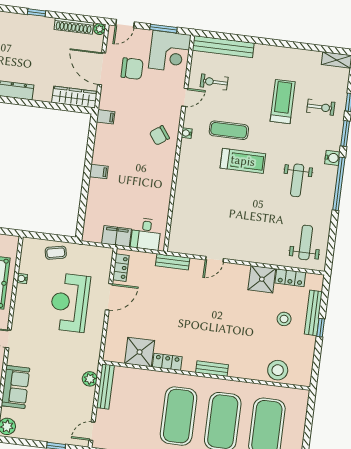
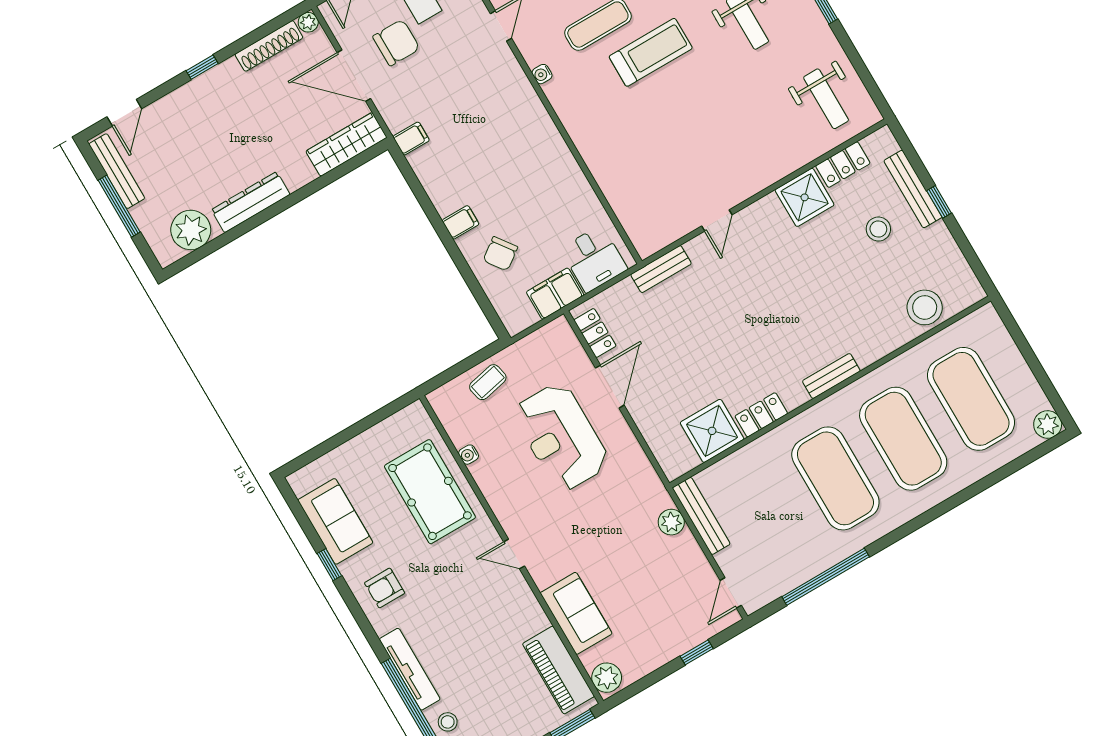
chair: (159, 135) -> (500, 254), moved
weight bench: (306, 242) -> (826, 99), turned 180

